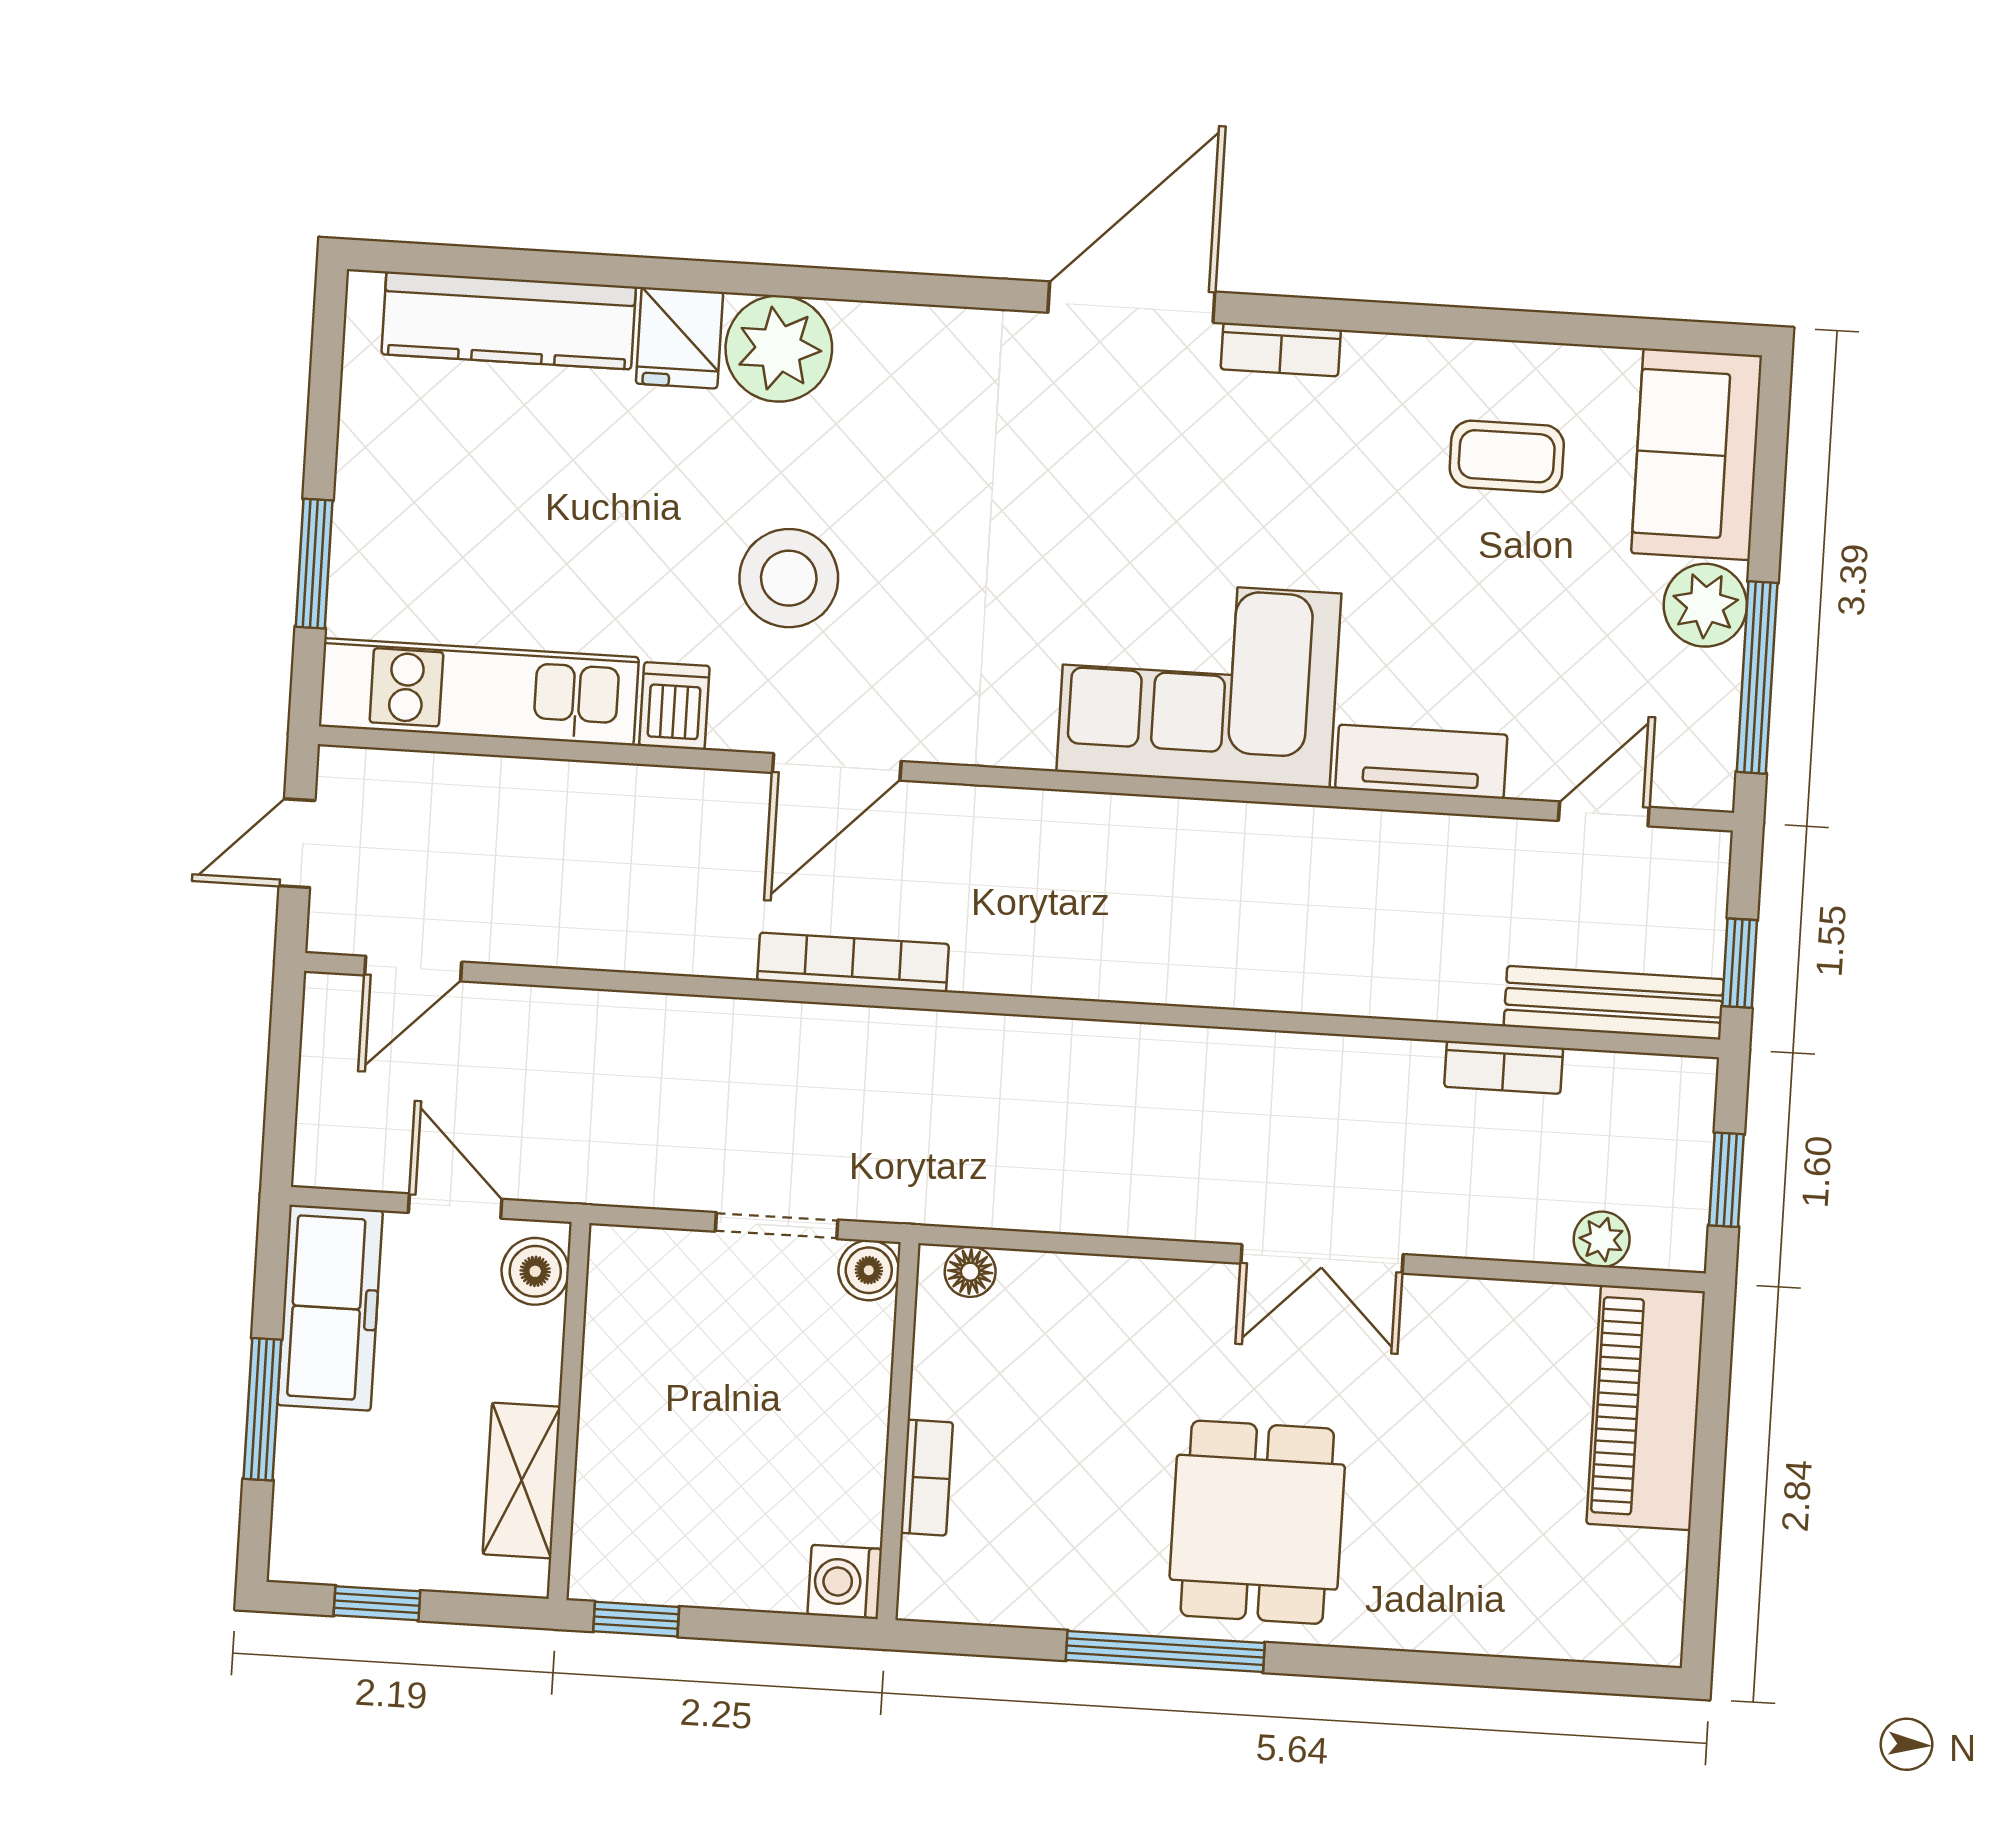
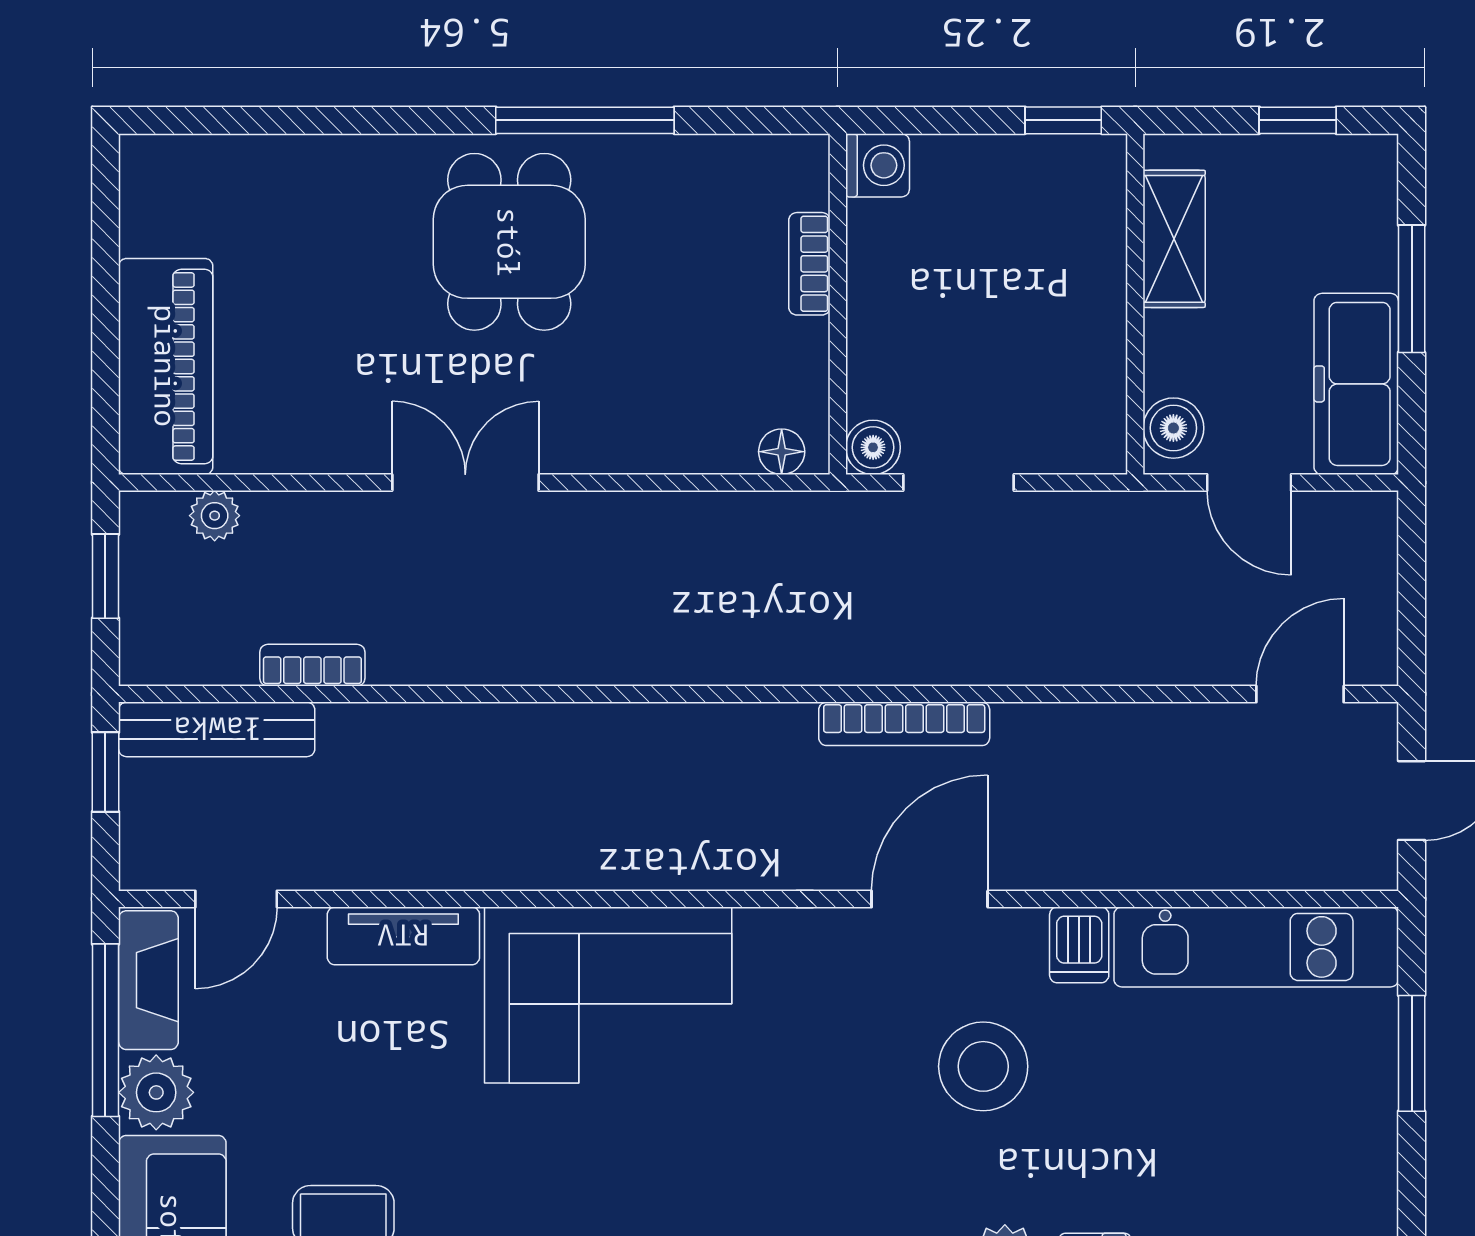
fireplace: (1706, 730) -> (148, 980), added

